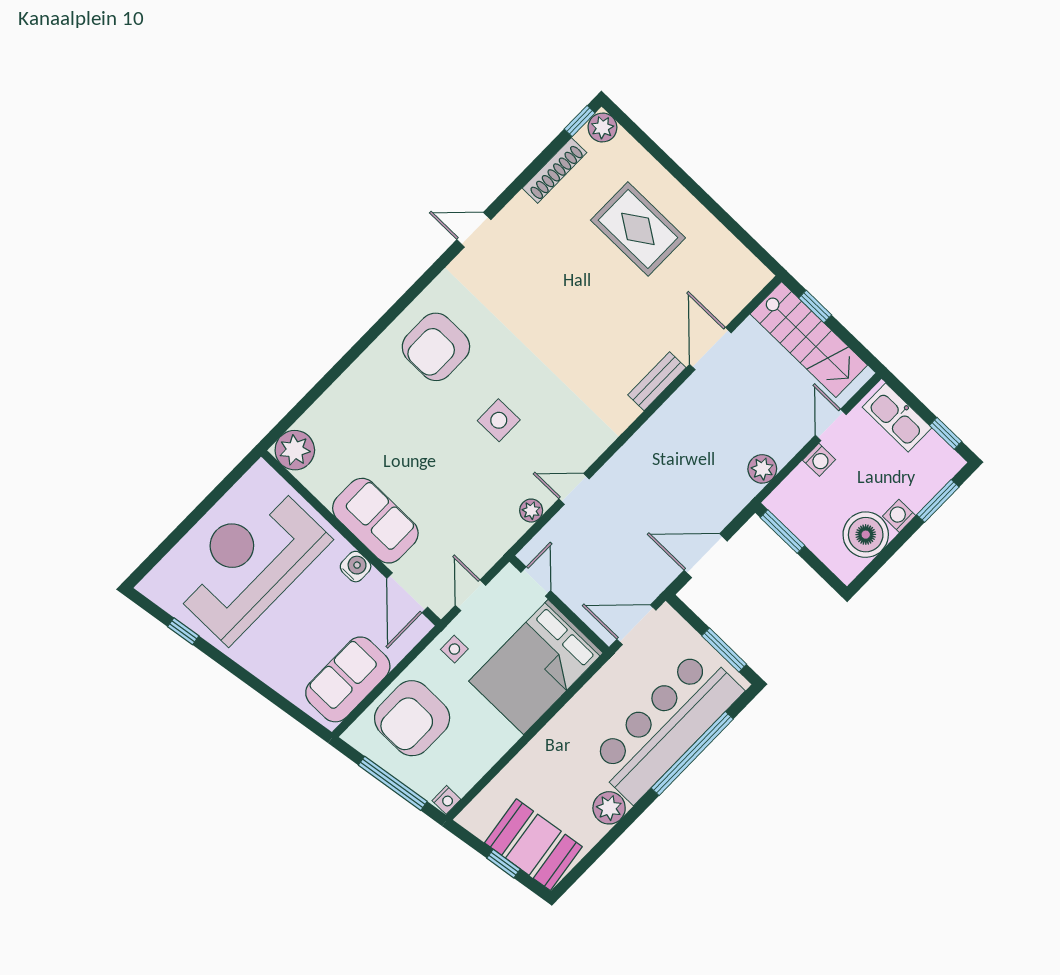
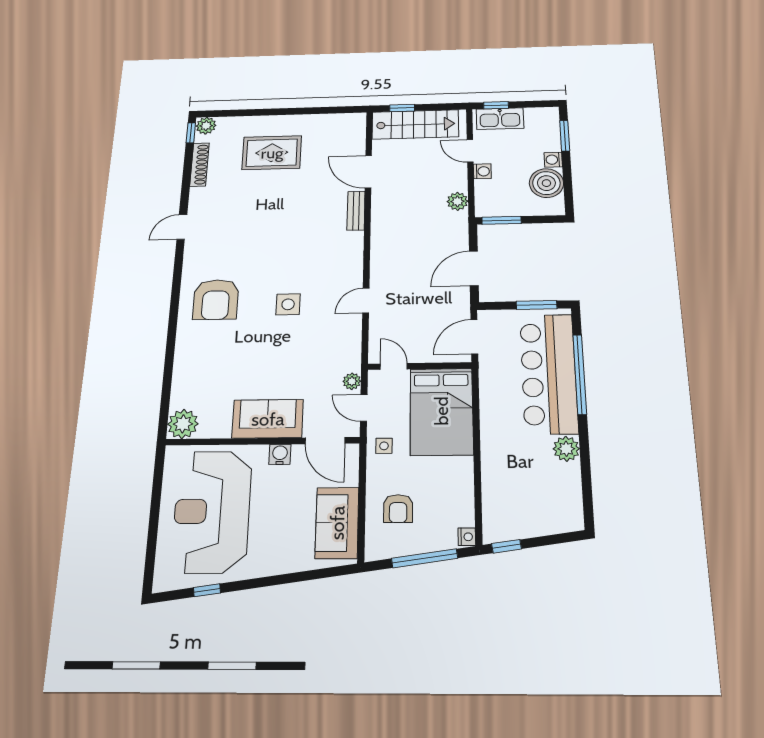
window: (946, 433) -> (496, 105), moved
plant: (531, 511) -> (352, 381), moved
armchair: (412, 718) -> (398, 509), width x0.53, depth x0.53
booth: (533, 845) -> (546, 513), removed
window: (504, 864) -> (507, 546), moved

